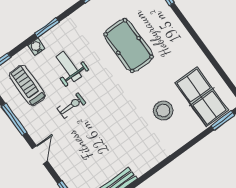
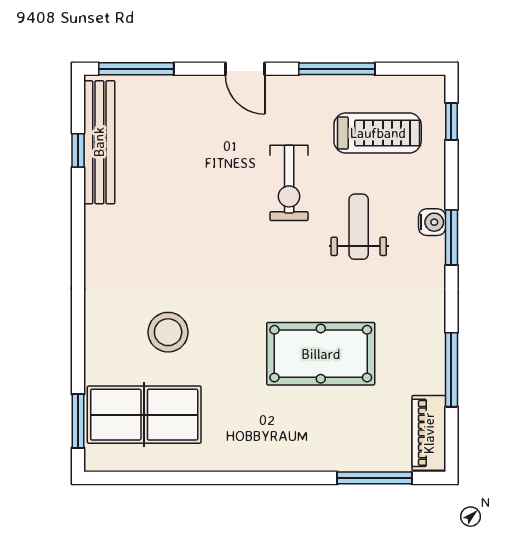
water cooler: (36, 47) -> (432, 222), moved
weight bench: (69, 67) -> (359, 227), turned -90
exercise bike: (71, 106) -> (289, 183), width x1.38, depth x1.39

